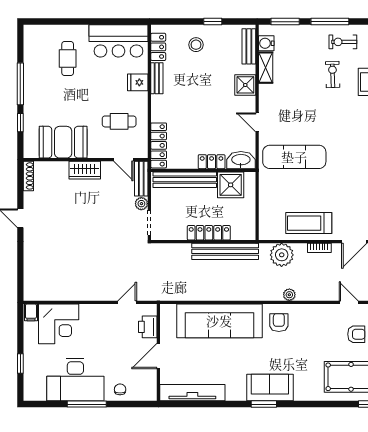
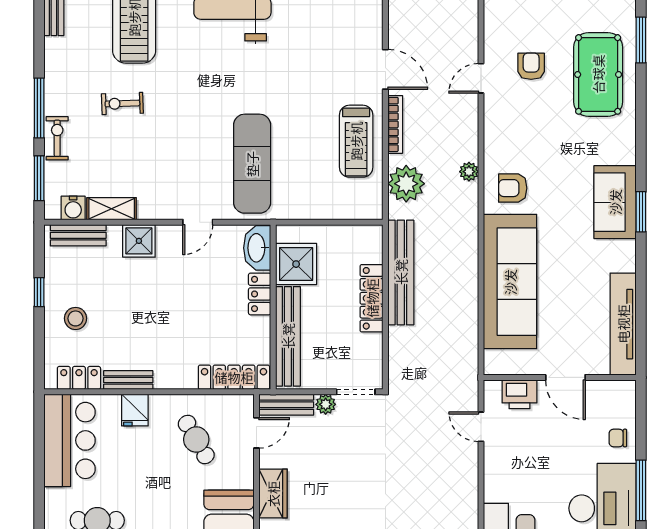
exercise bike: (343, 42) -> (57, 138), moved, turned 180
cafe table: (119, 121) -> (196, 439), turned -30
bookcase: (319, 248) -> (395, 124), width x1.56

